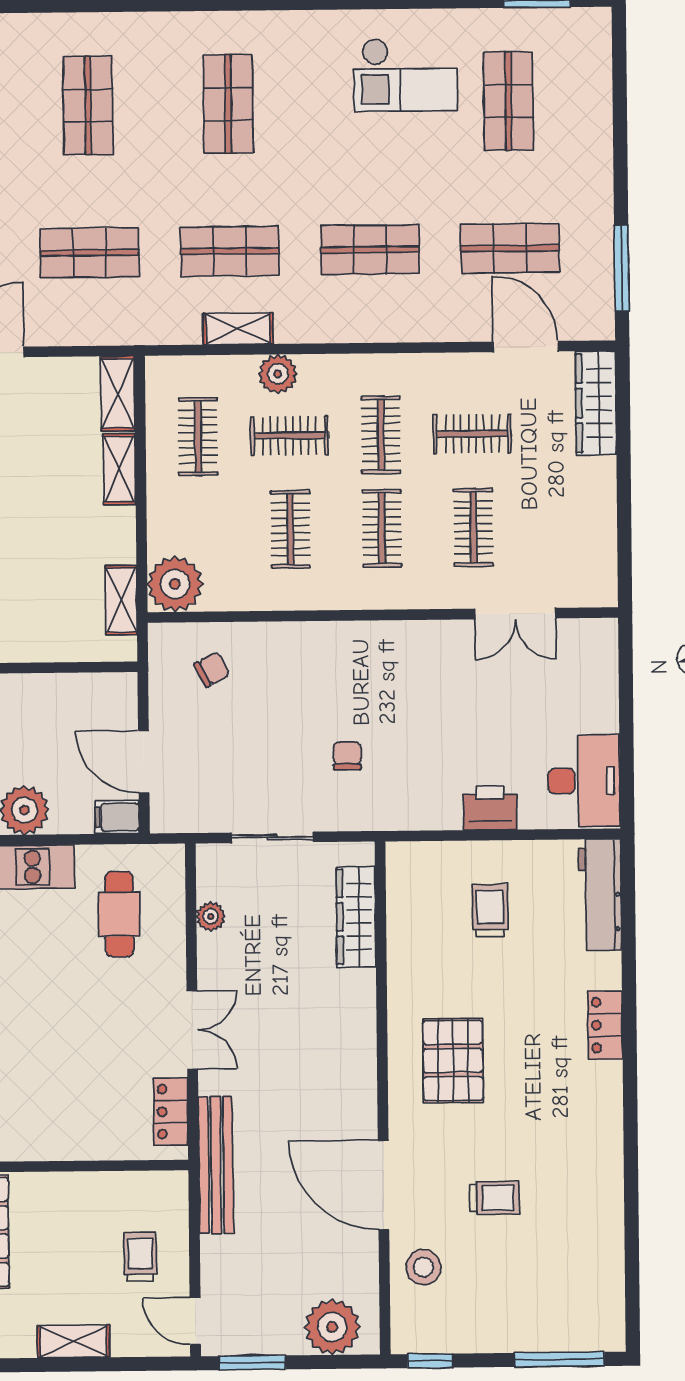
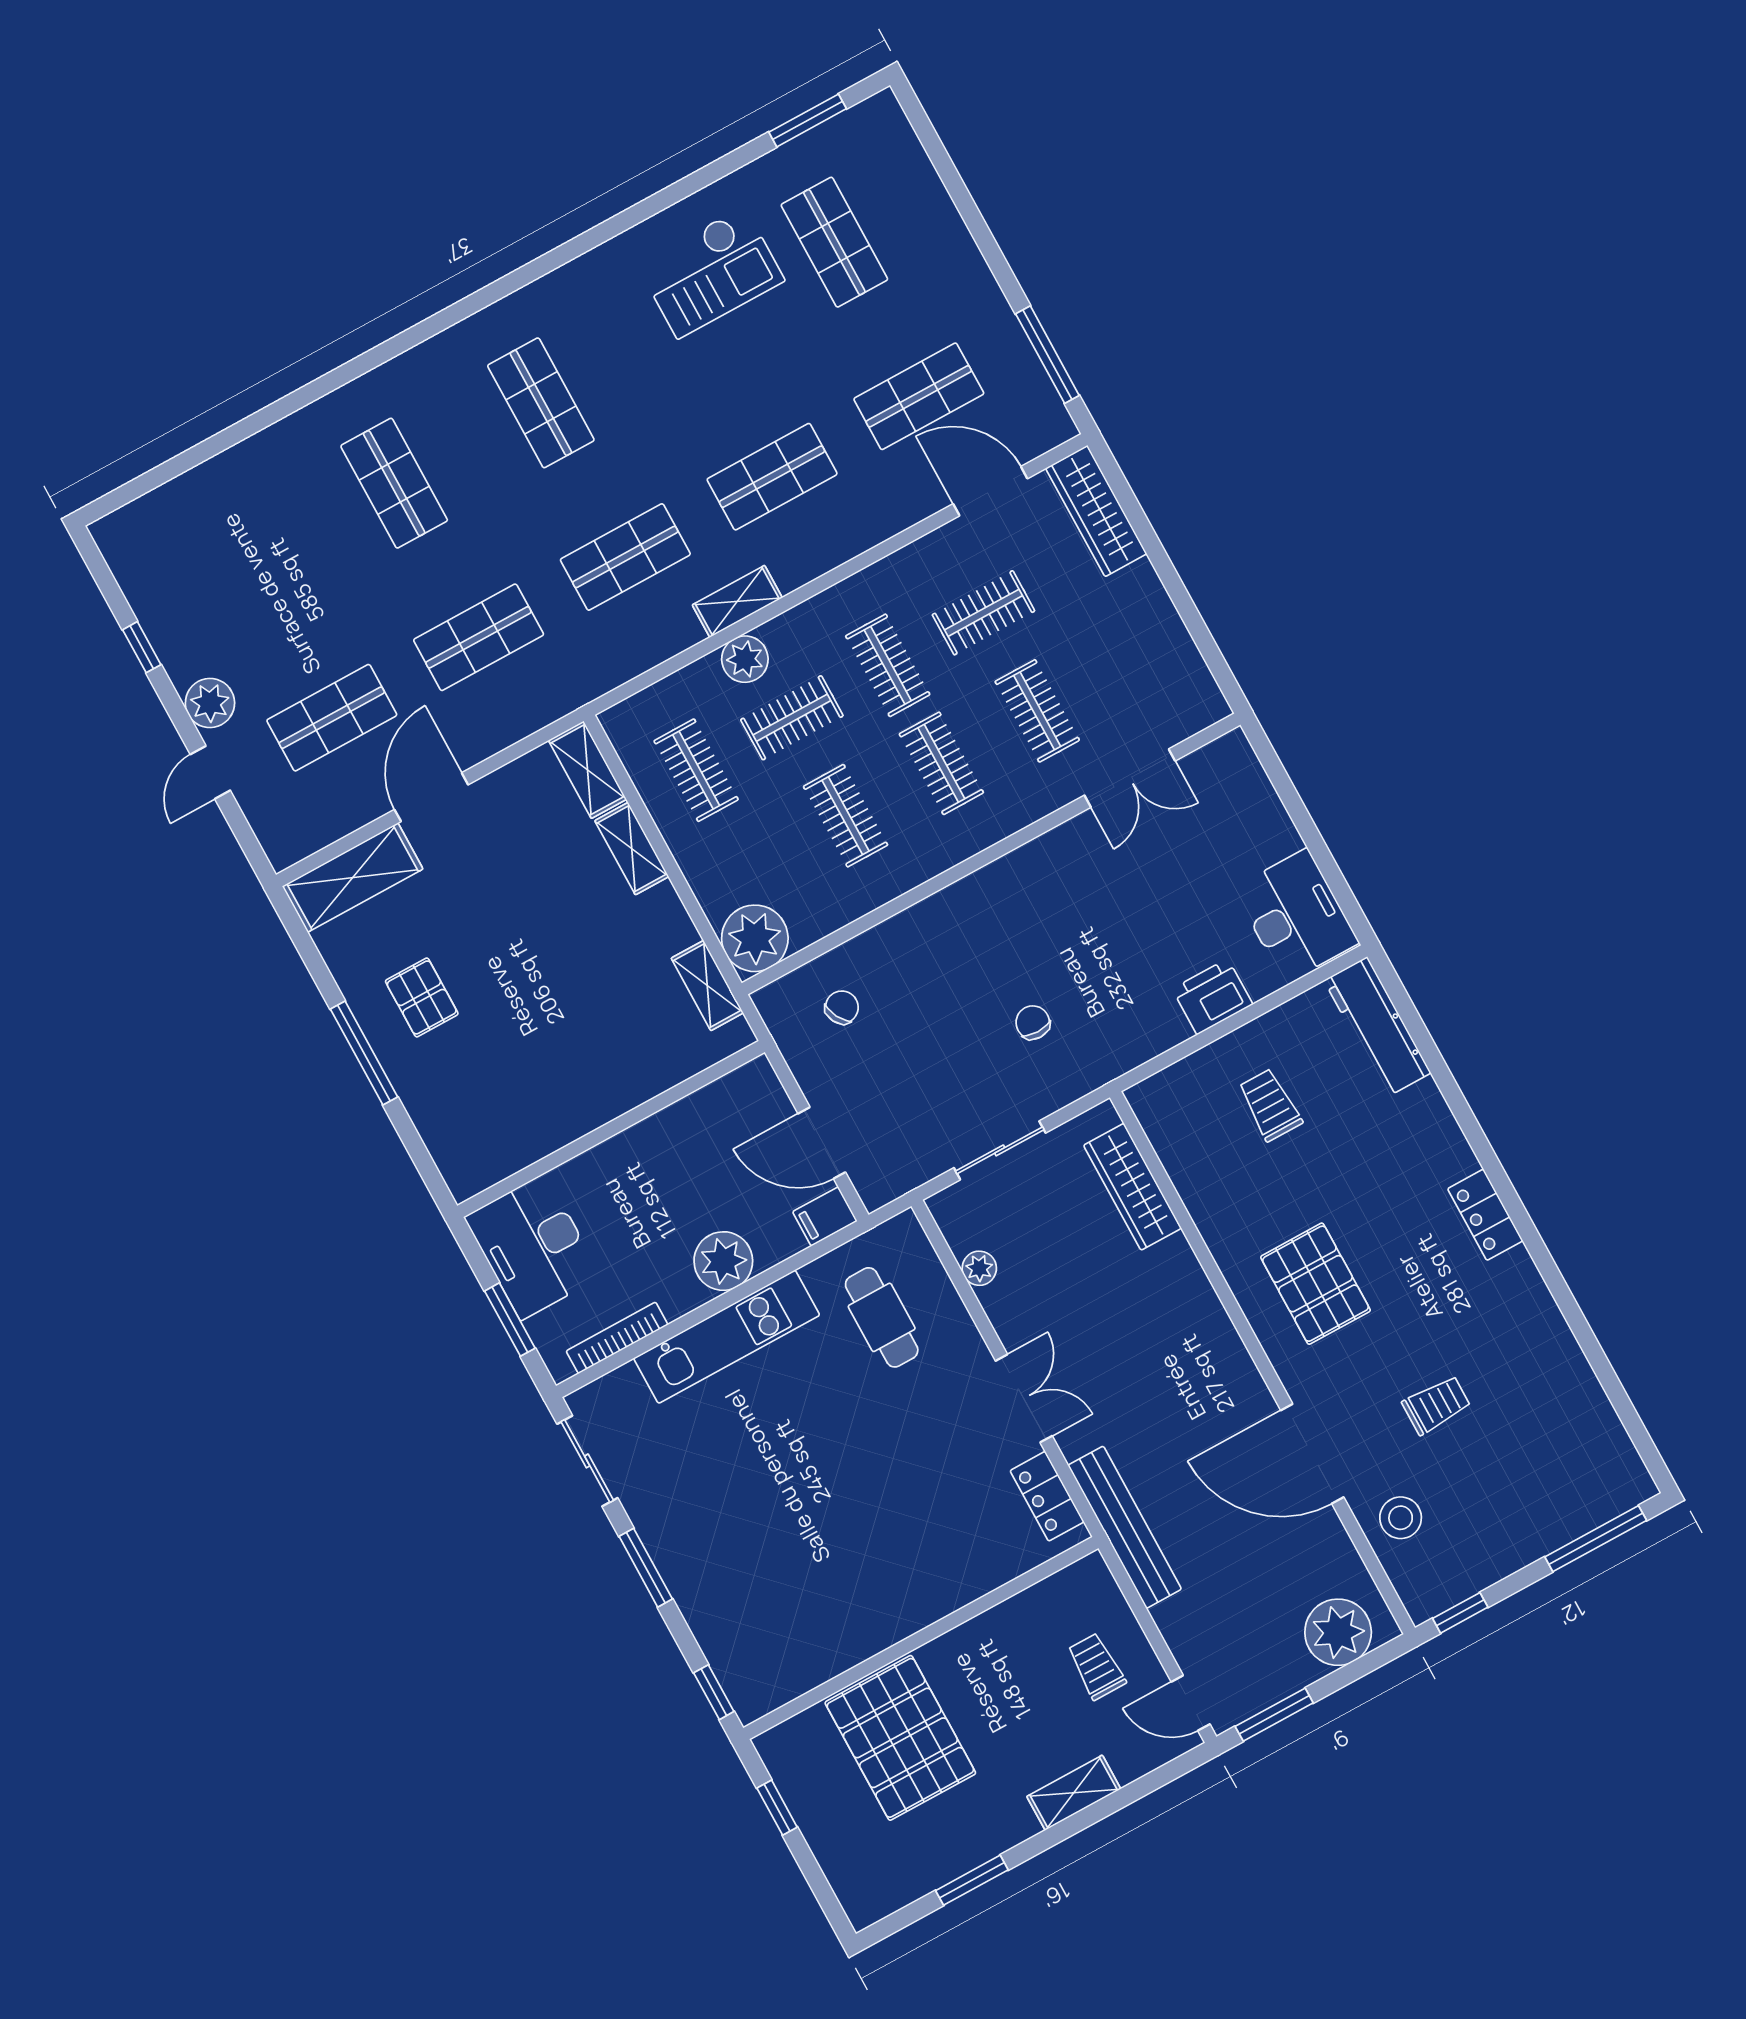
shelving: (238, 329) -> (737, 601), moved
locker: (605, 1025) -> (1485, 1215), moved

